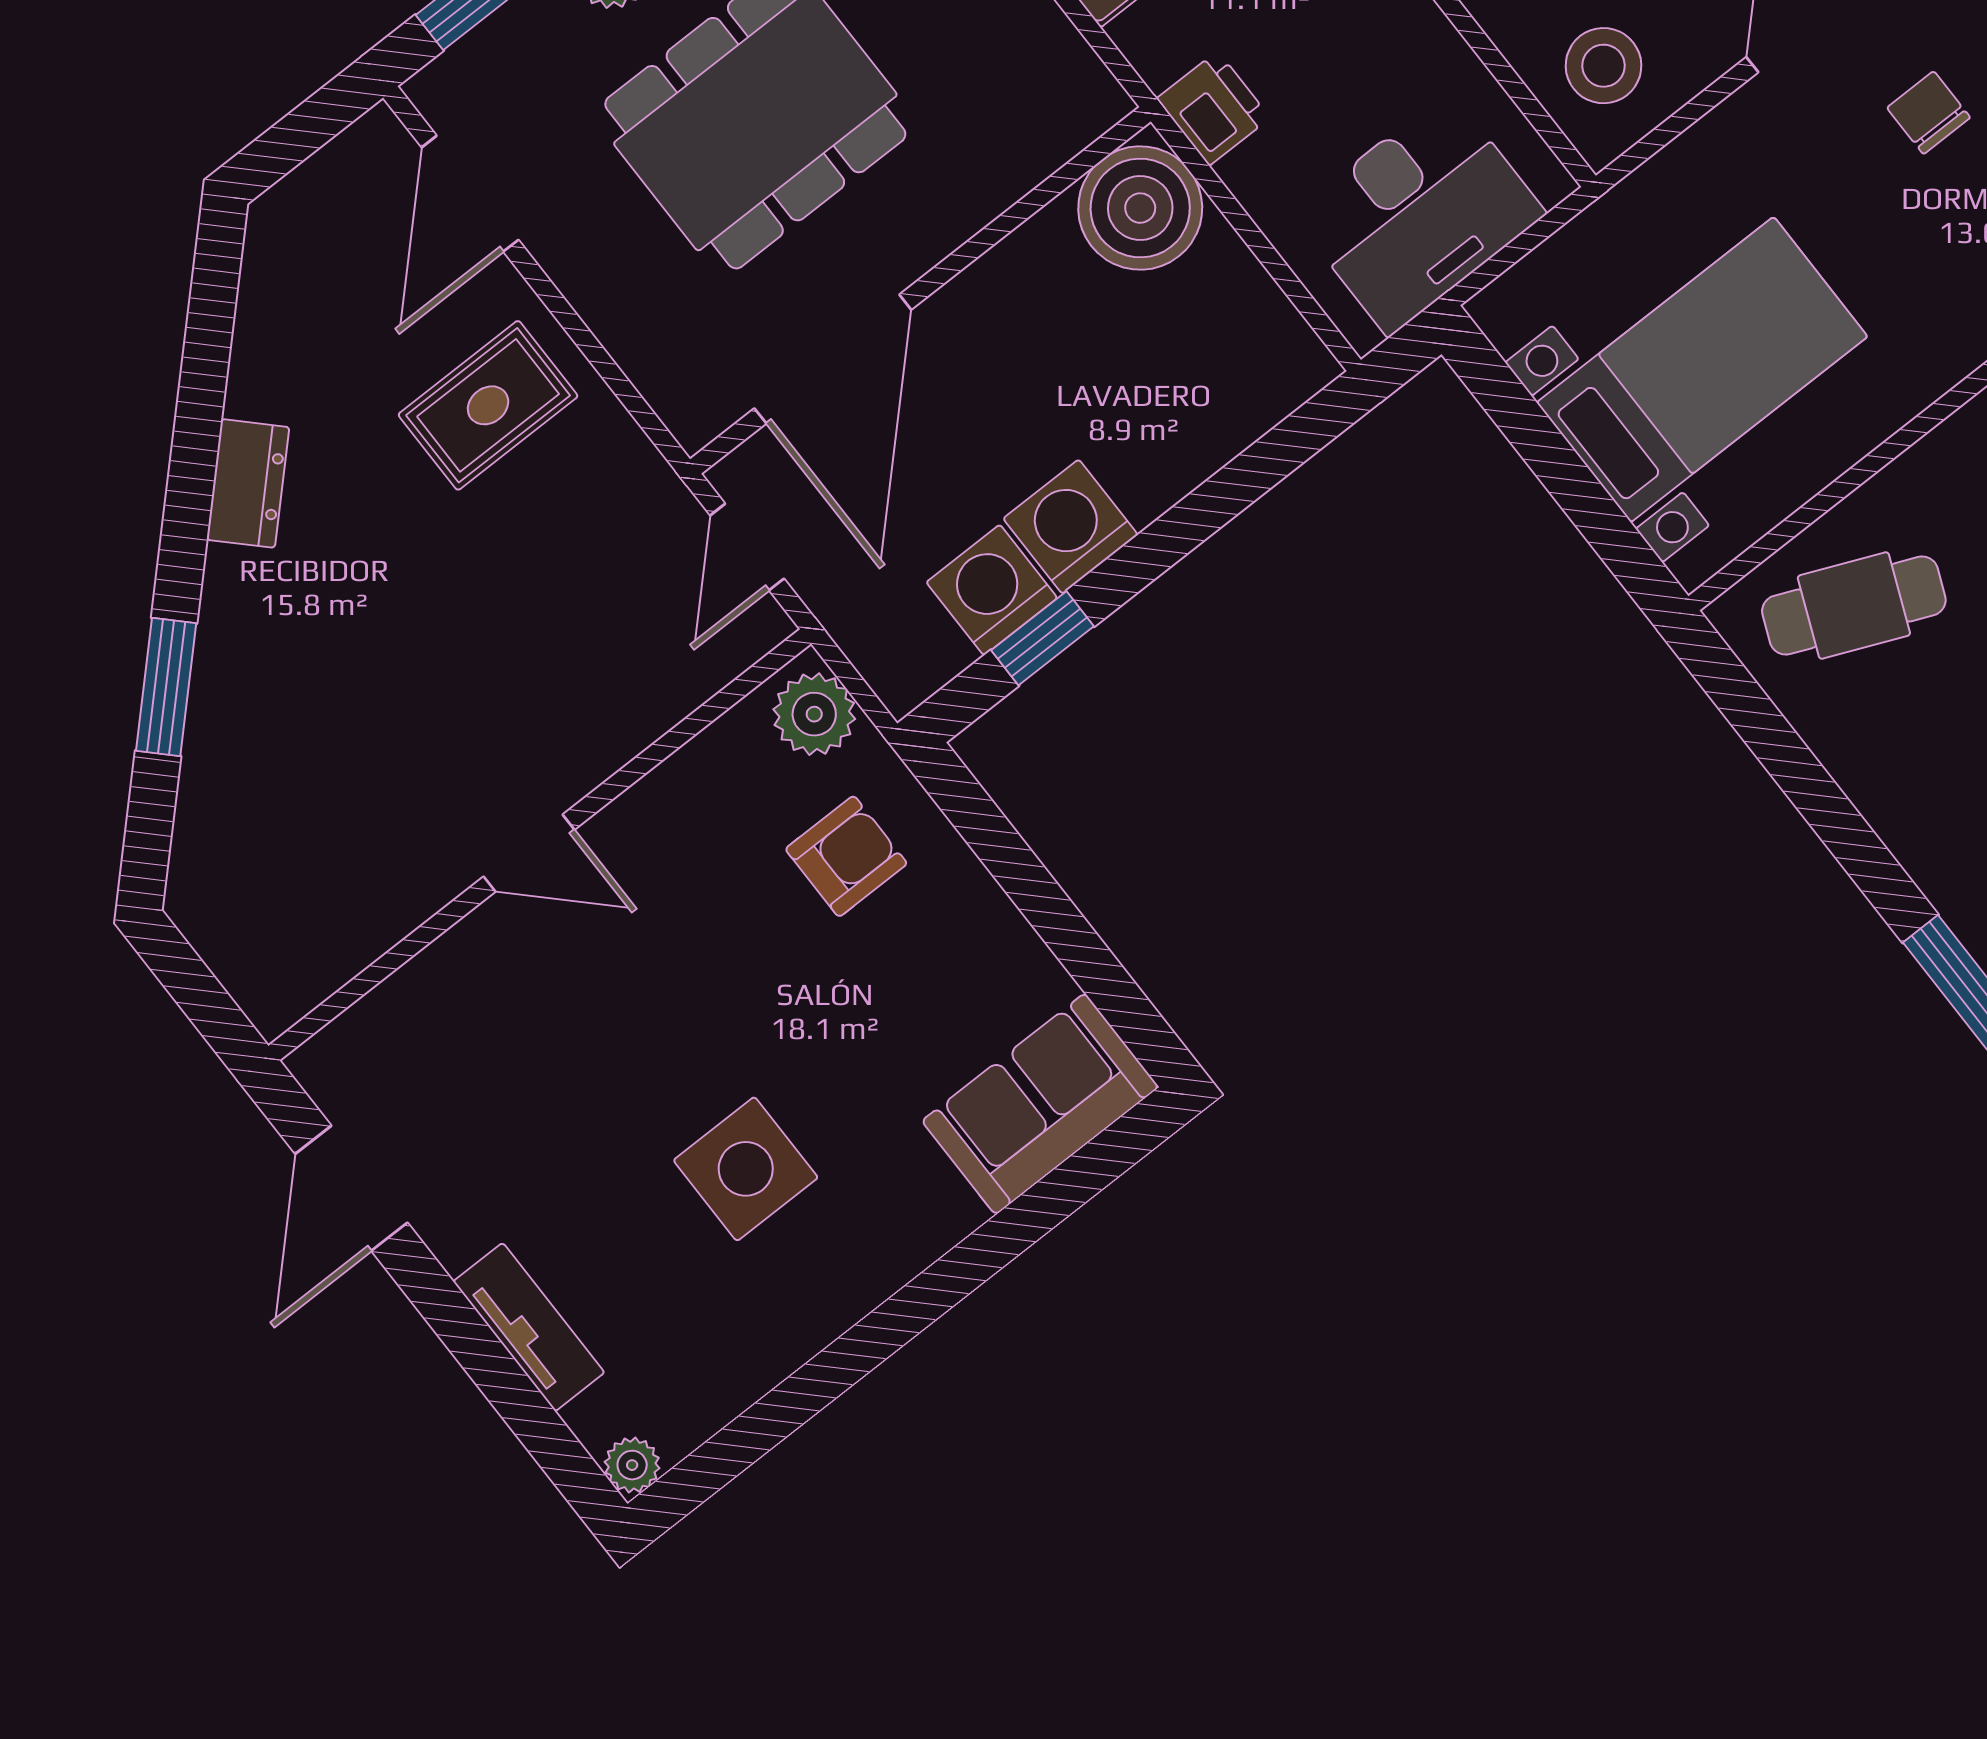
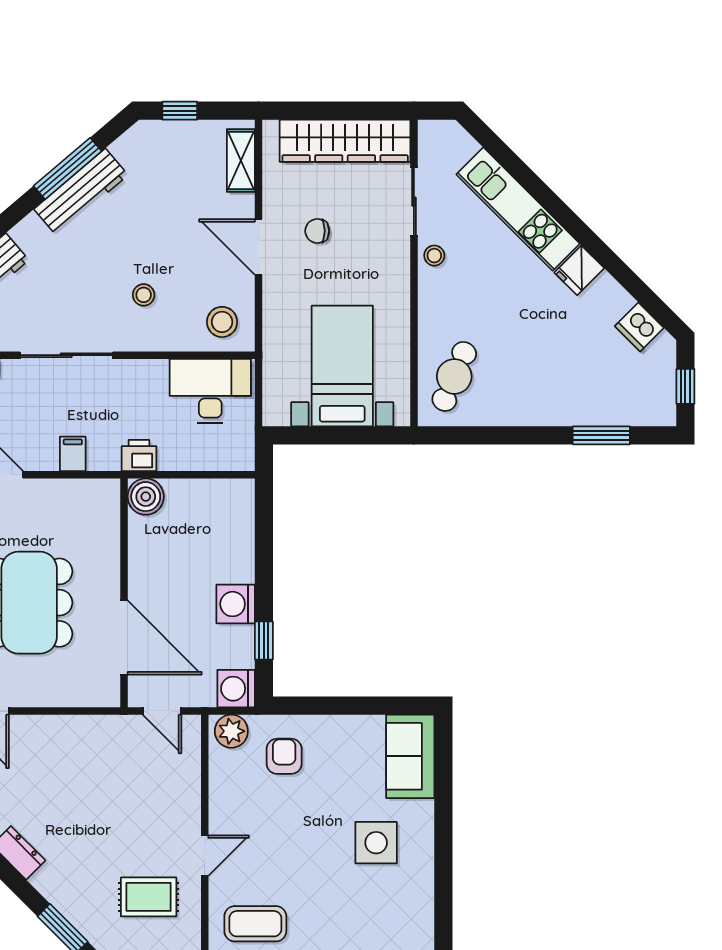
boiler: (1140, 208) -> (146, 497), width x0.73, depth x0.73
desk: (1419, 213) -> (210, 391), moved, turned -90
rug: (488, 405) -> (149, 897), moved, turned 90
washing machine: (992, 590) -> (236, 689), moved
coffee table: (473, 1058) -> (255, 924), added
side table: (746, 1169) -> (376, 843), moved

